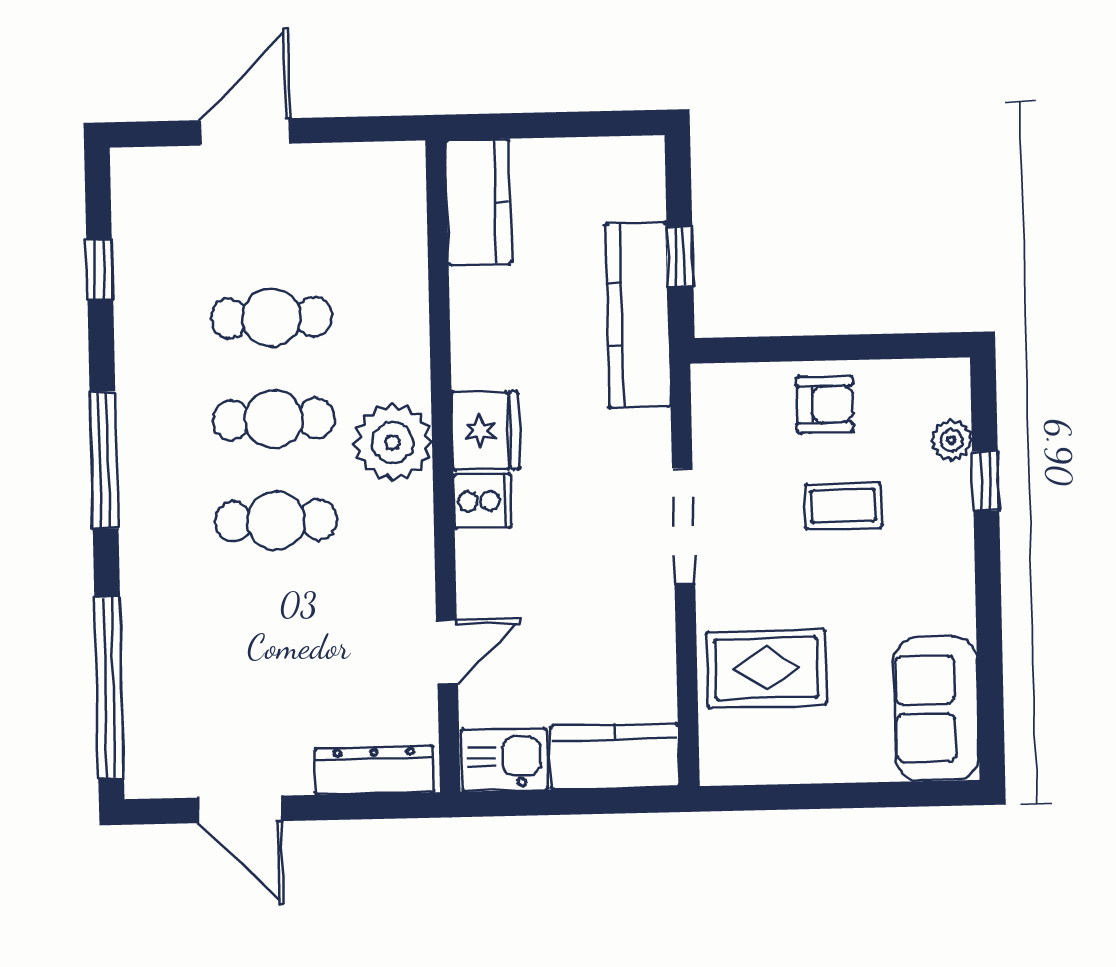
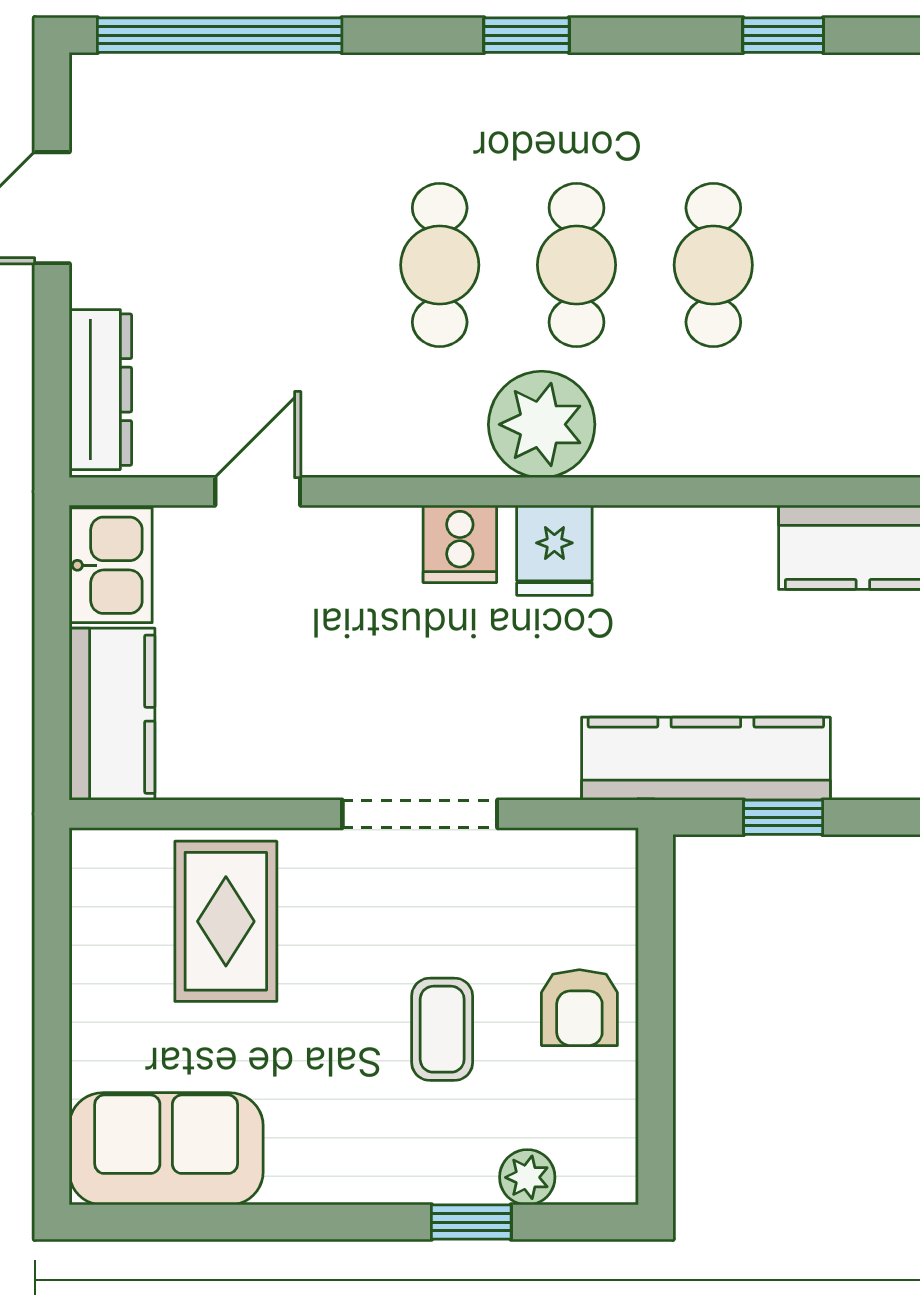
fridge: (486, 431) -> (554, 550), width x0.72
window: (104, 460) -> (526, 35), width x0.46
door: (447, 652) -> (258, 491), swing flipped

